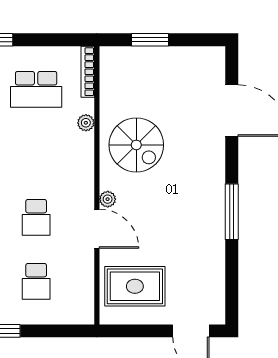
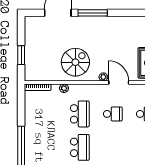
school desk: (36, 89) -> (80, 114), moved
window: (232, 212) -> (93, 13), moved
door: (97, 229) -> (119, 83), hinge flipped

